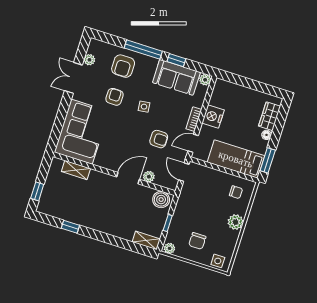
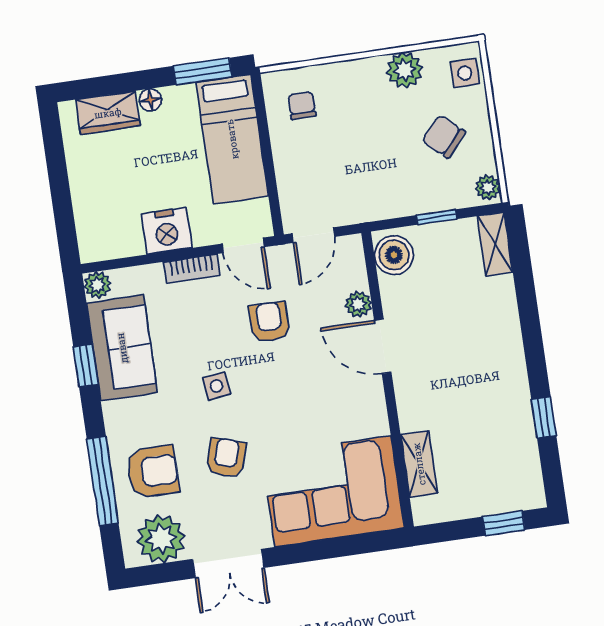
window: (143, 50) -> (103, 481), moved
plant: (89, 60) -> (161, 539), width x1.87, depth x1.87
armchair: (114, 97) -> (226, 458), turned 107
plant: (236, 222) -> (404, 70), moved
chair: (197, 241) -> (444, 136), turned -138

